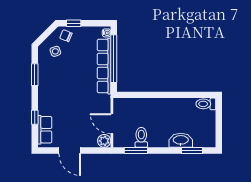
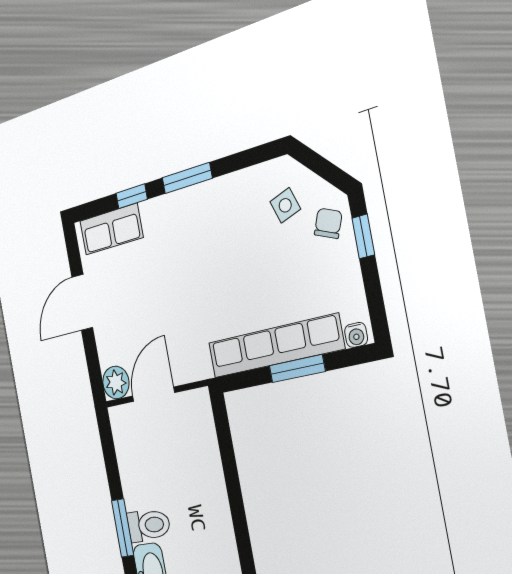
window: (114, 59) -> (297, 369), width x0.47
window: (35, 75) -> (187, 178), moved
toilet: (141, 137) -> (149, 525), moved
window: (136, 150) -> (123, 528), moved

